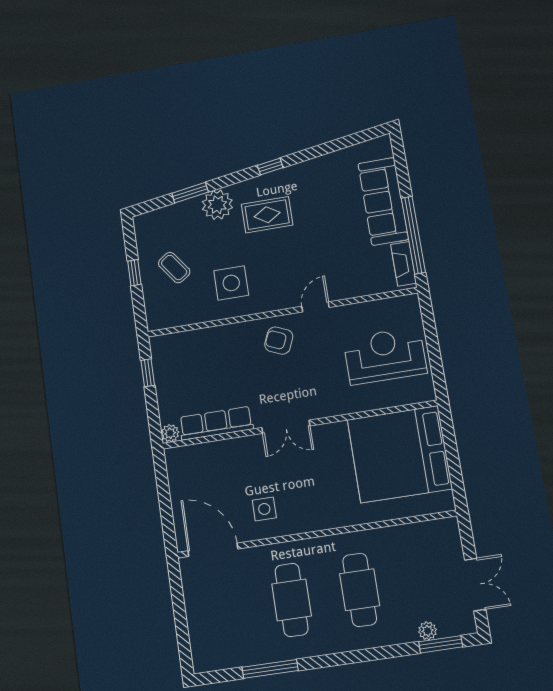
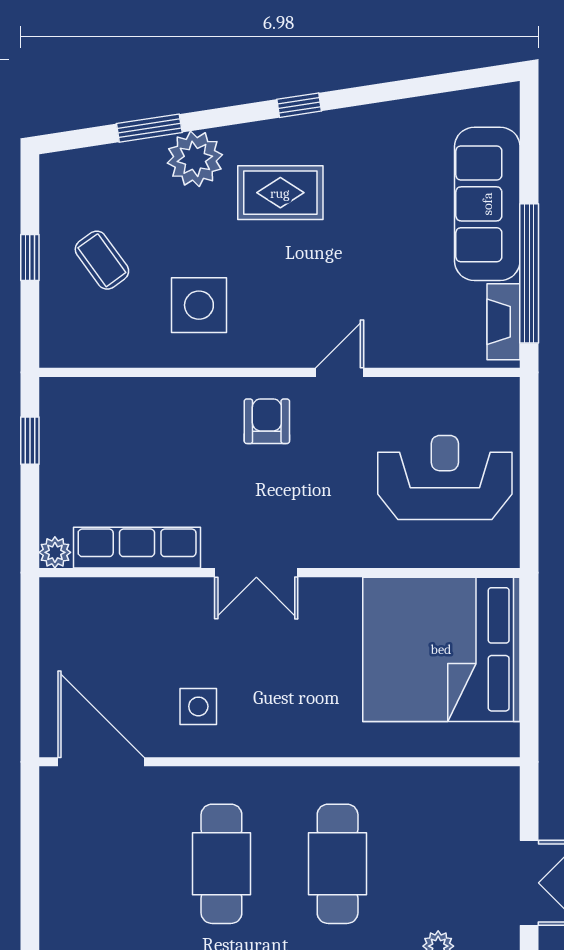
armchair: (279, 341) -> (267, 421), turned 67

